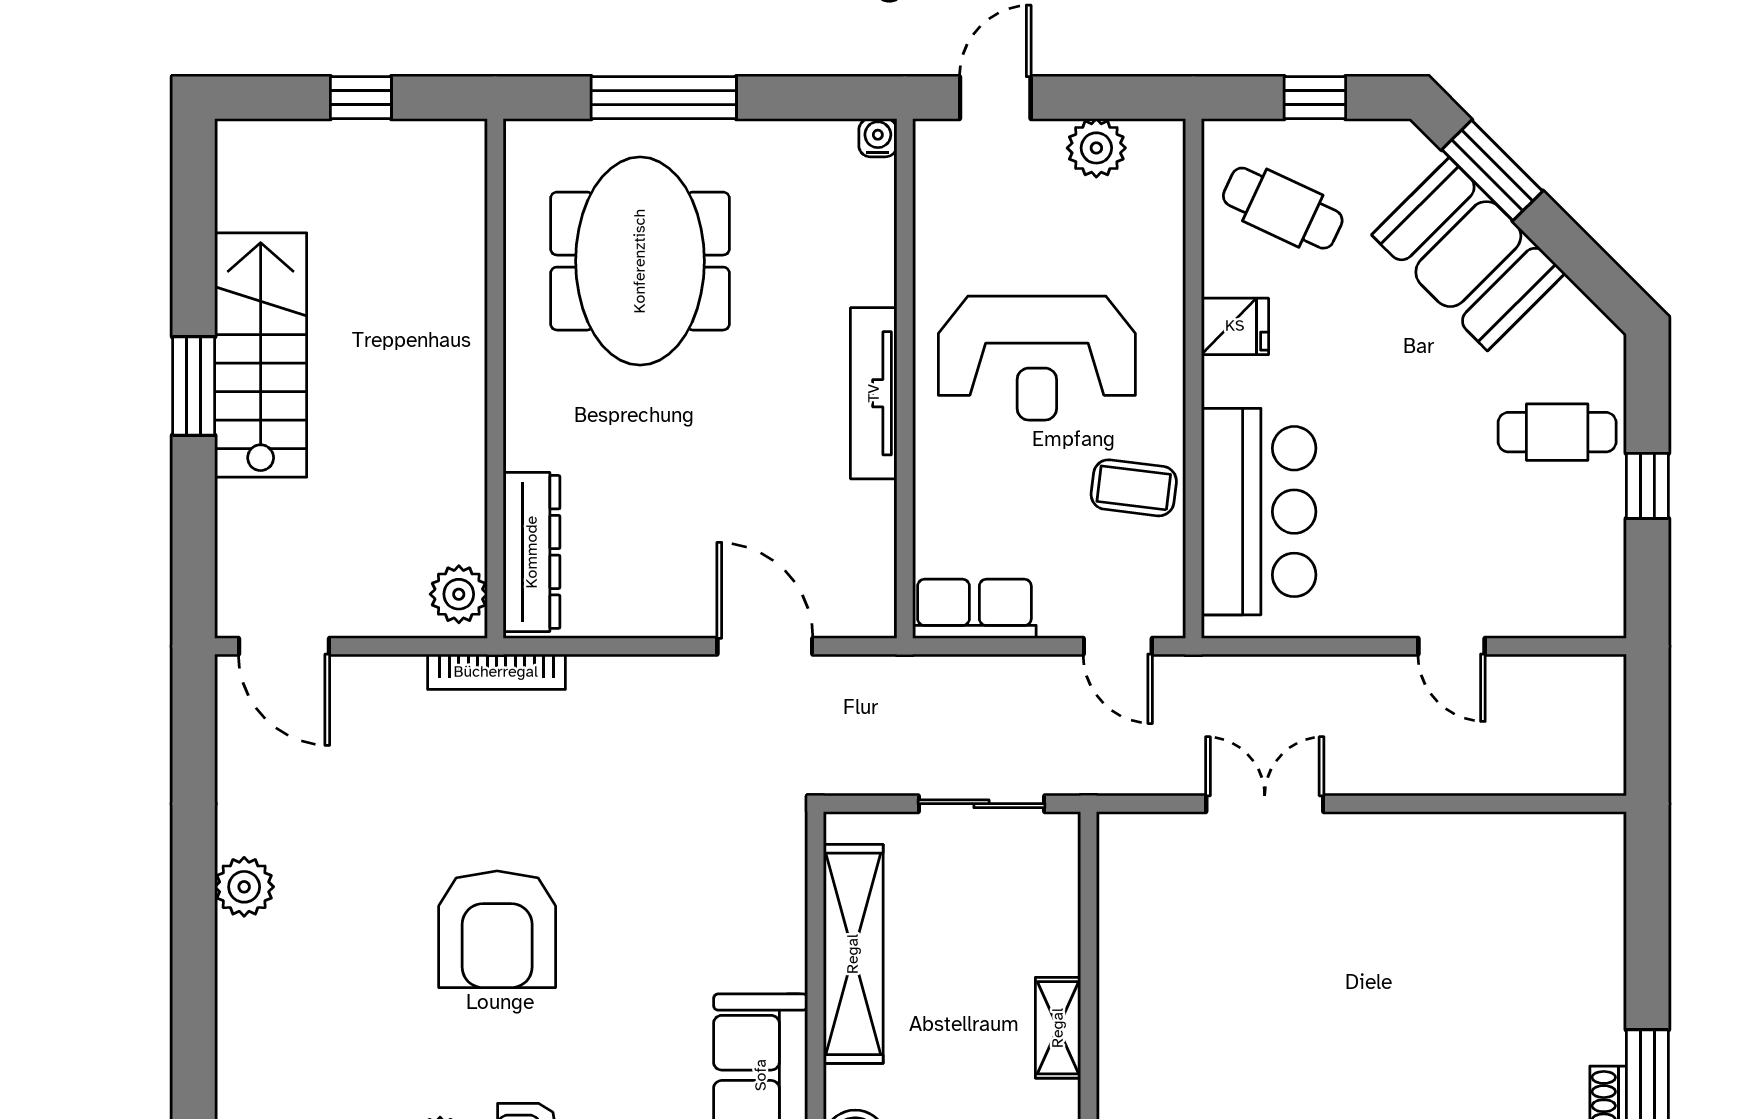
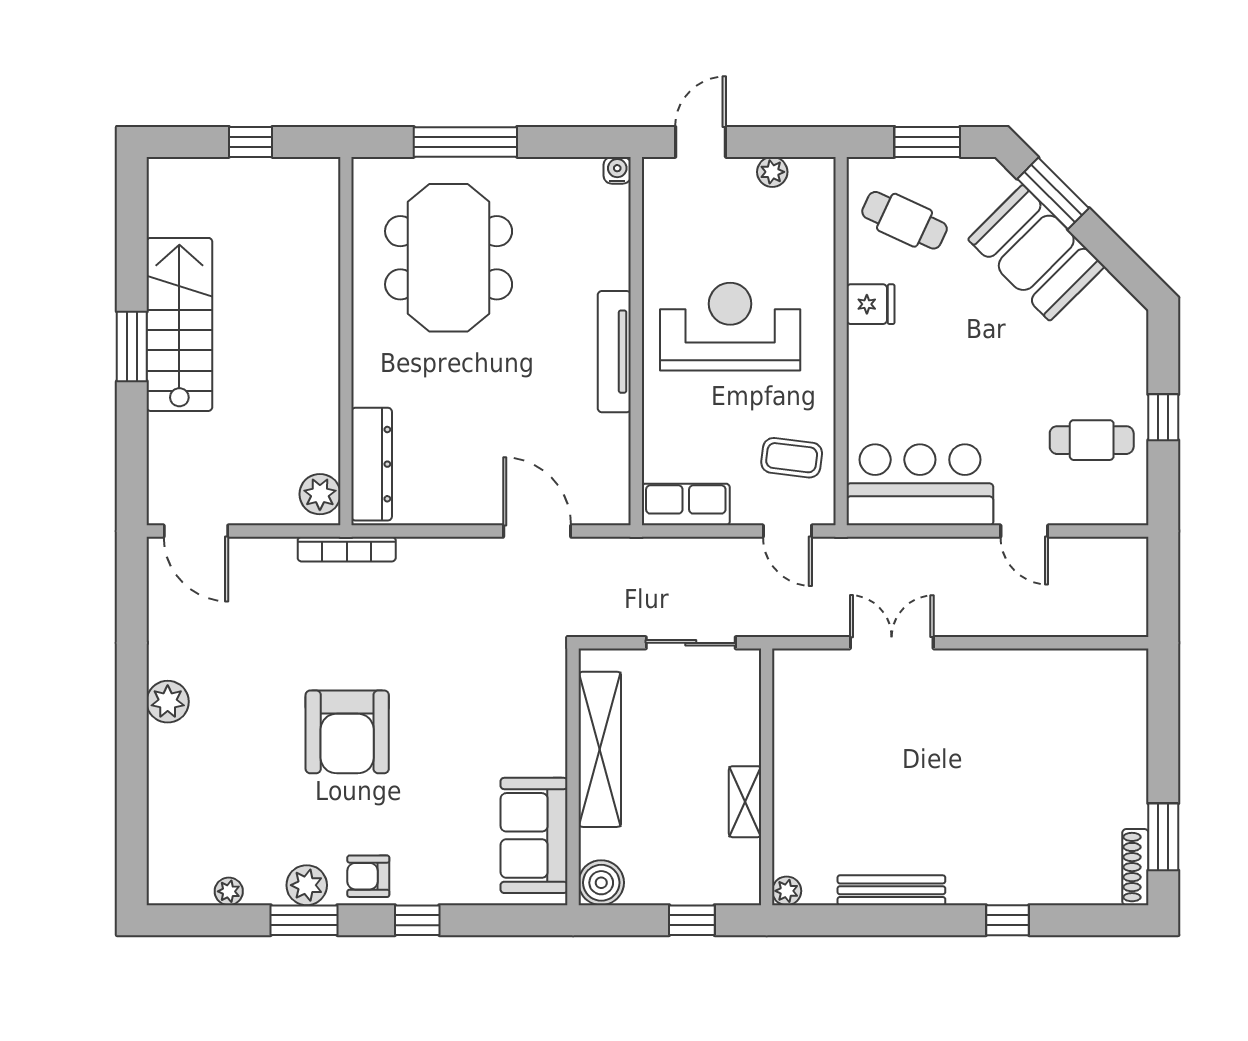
window: (1315, 98) -> (927, 142), width x1.50
plant: (1096, 148) -> (772, 172), width x0.73, depth x0.73
reception desk: (1037, 358) -> (730, 327), turned 180
cafe table: (1557, 432) -> (1092, 440), moved
coffee table: (1134, 488) -> (792, 458), moved
bar counter: (1259, 512) -> (920, 485), moved, turned -90

